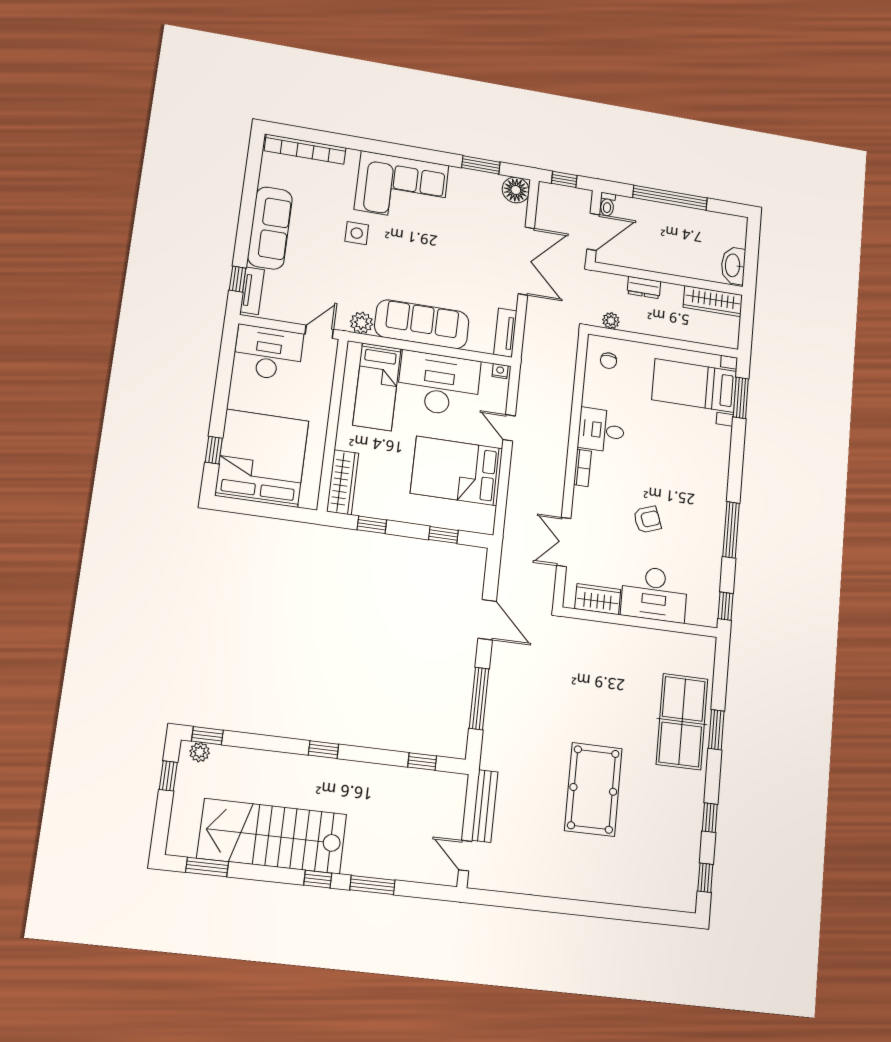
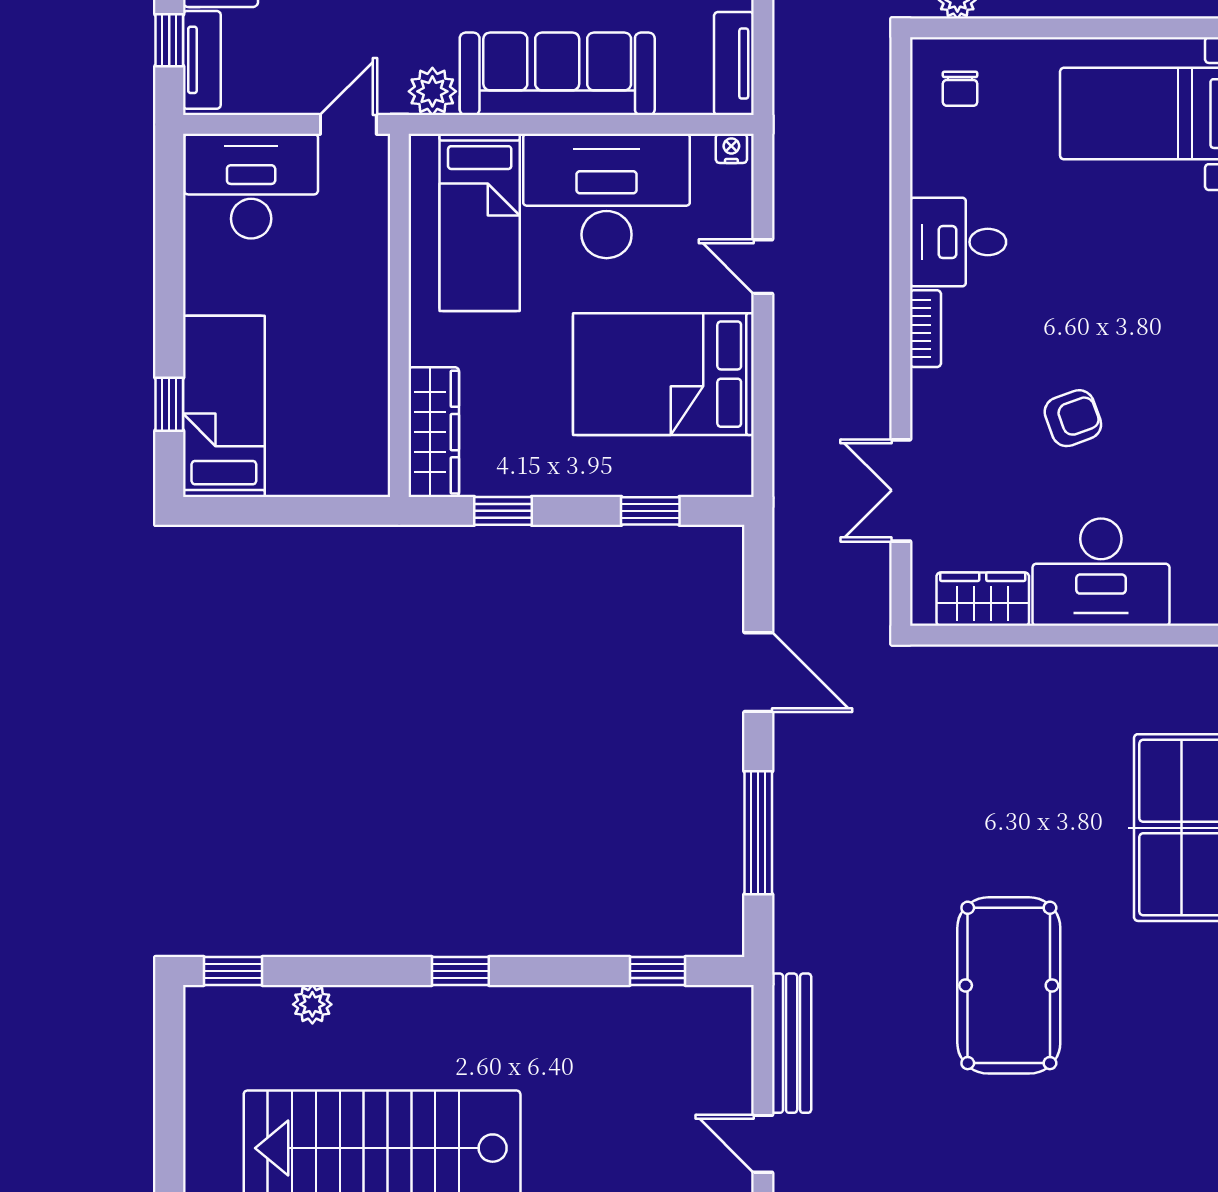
bed: (262, 458) -> (224, 406), width x0.49
plant: (200, 752) -> (312, 1004), moved
window: (168, 776) -> (169, 1057), removed

